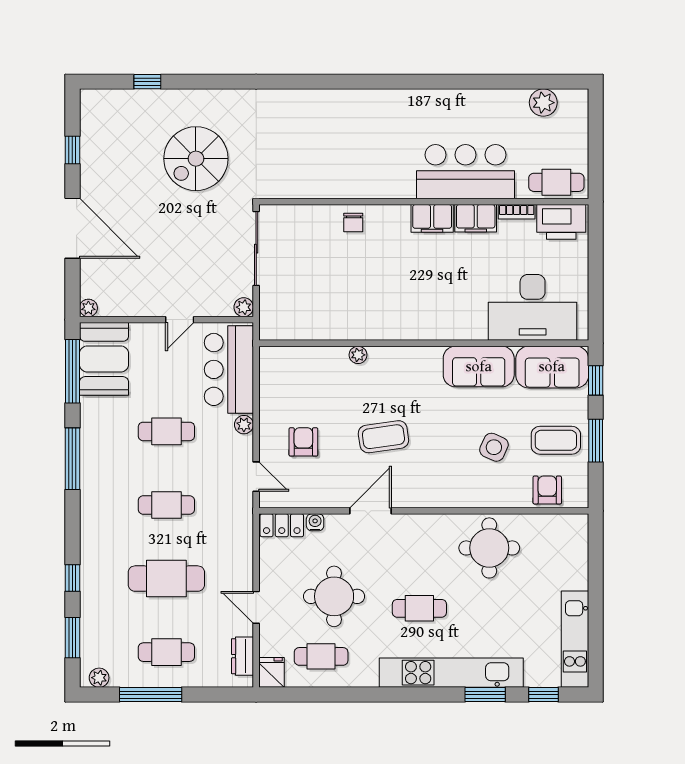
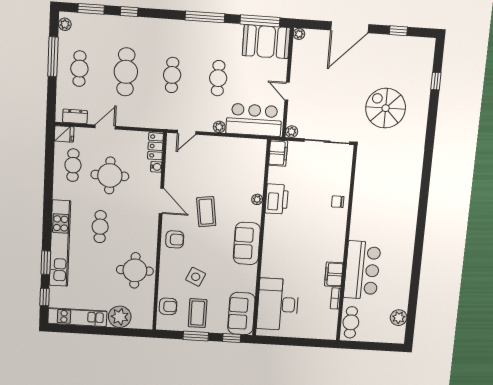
filing cabinet: (432, 218) -> (278, 153), moved, turned 180
printer: (561, 222) -> (277, 199), moved, turned 180
sofa: (479, 367) -> (247, 243), moved
armchair: (303, 442) -> (175, 239), moved
plant: (570, 569) -> (120, 317), added

